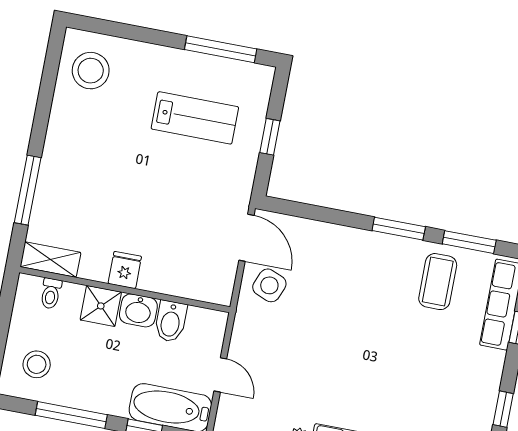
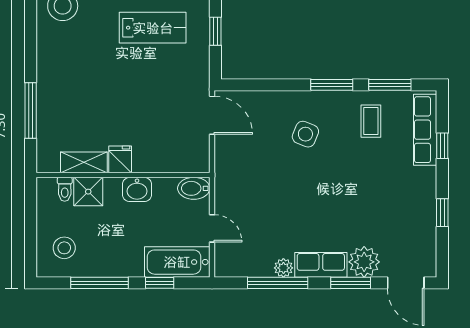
shelving: (50, 260) -> (84, 162), moved
coffee table: (438, 282) -> (371, 121), width x0.73, depth x0.77
side table: (269, 285) -> (305, 134), moved
shower: (101, 306) -> (88, 192), moved
bidet: (171, 321) -> (194, 188), moved, turned 90

